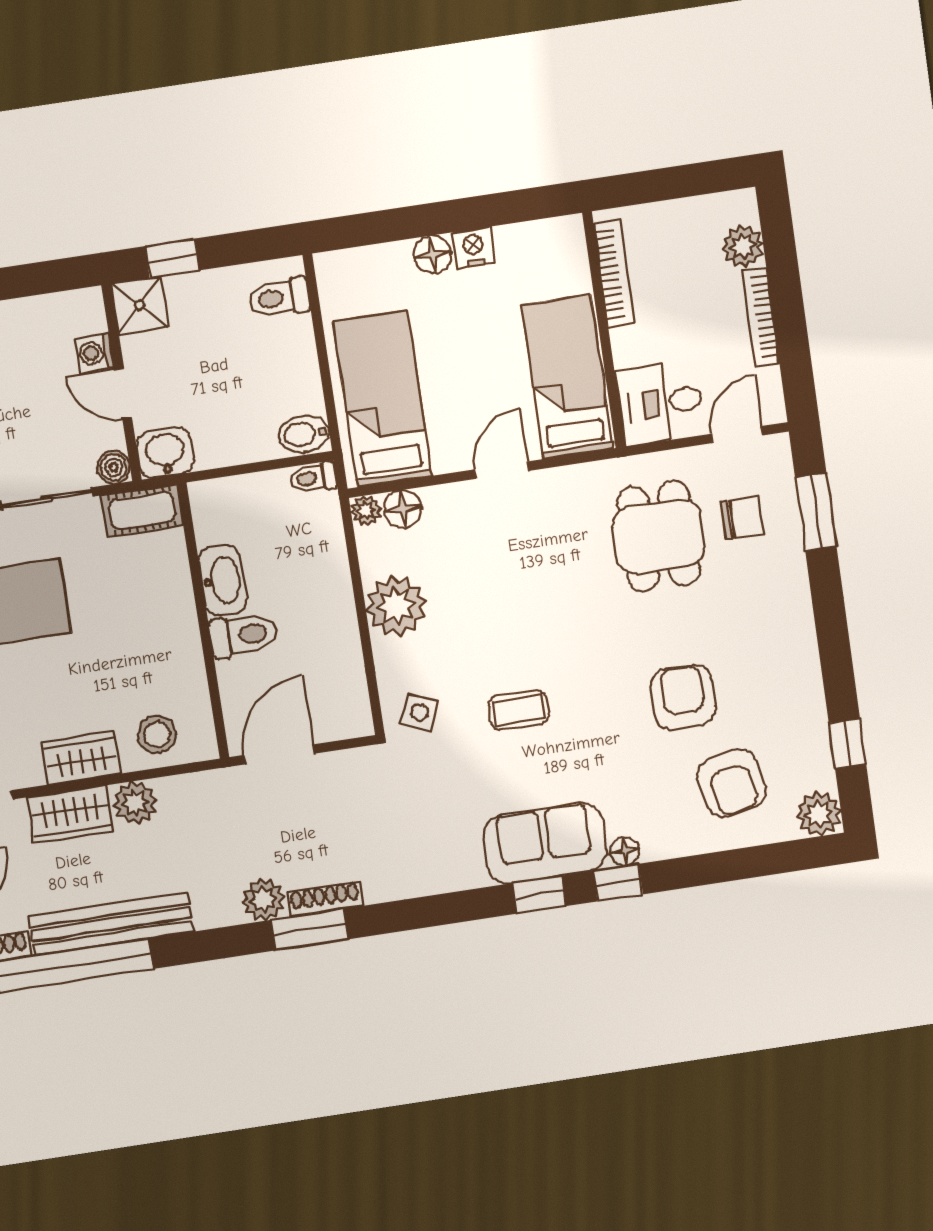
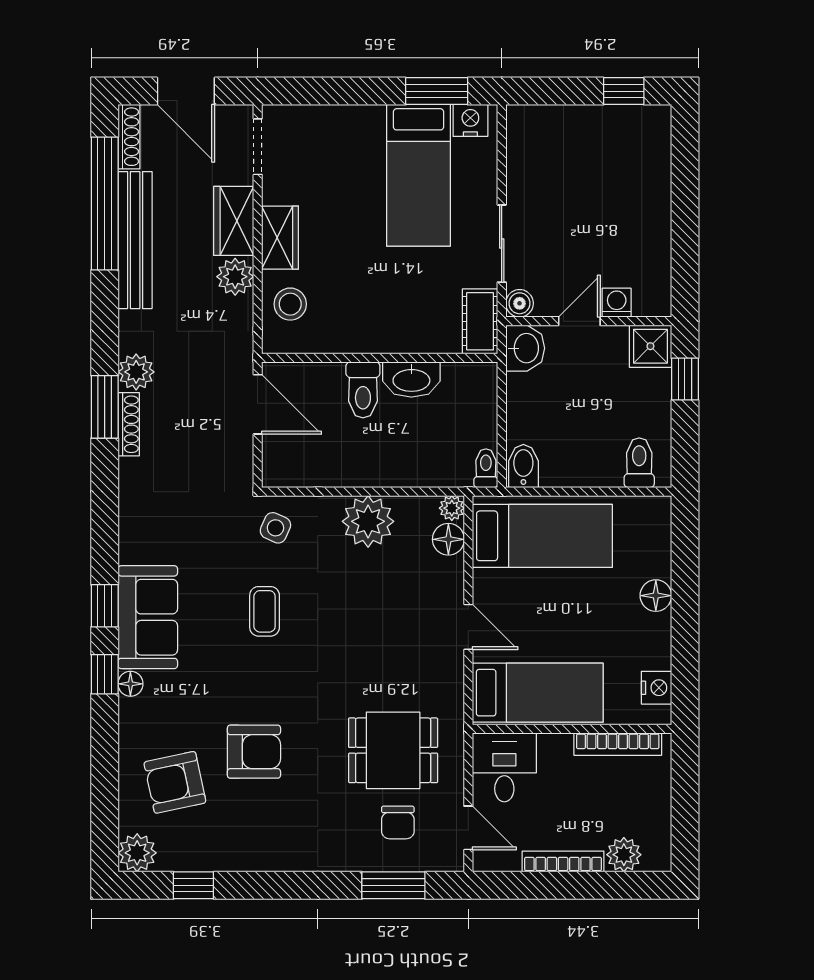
nightstand: (473, 247) -> (656, 688), moved

